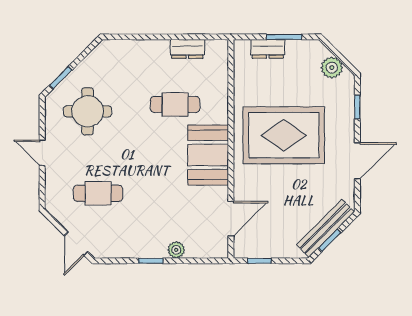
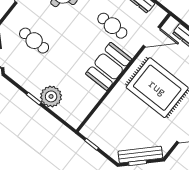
door: (231, 219) -> (152, 37), moved
plant: (176, 250) -> (51, 96), width x1.88, depth x1.88

